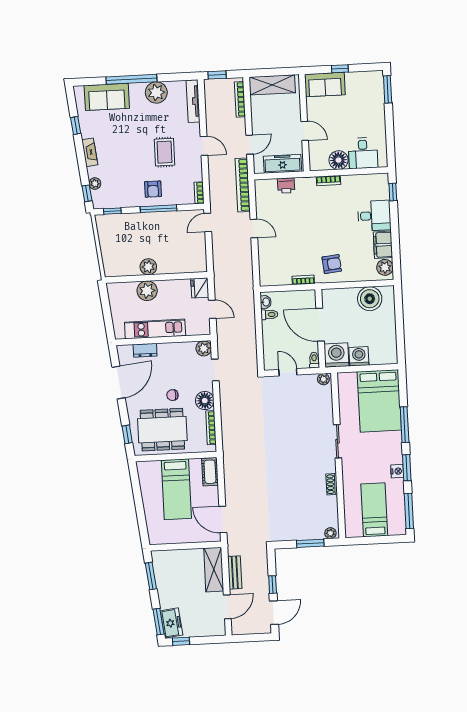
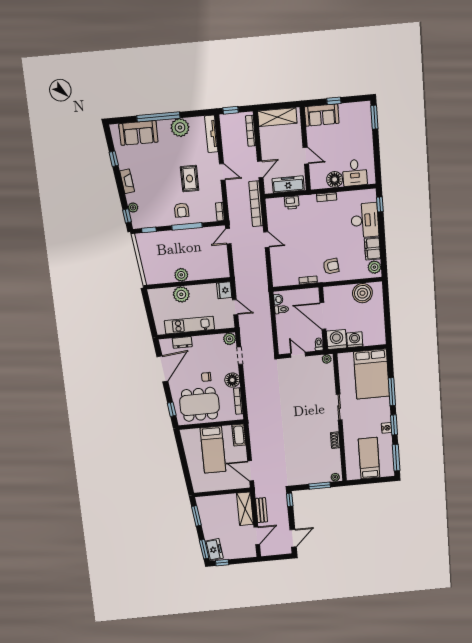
desk: (374, 216) -> (365, 220), width x1.37
window: (273, 585) -> (290, 500), moved

